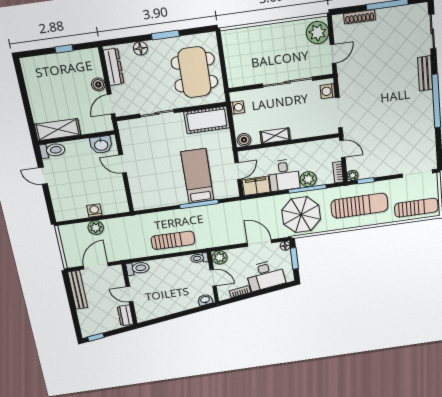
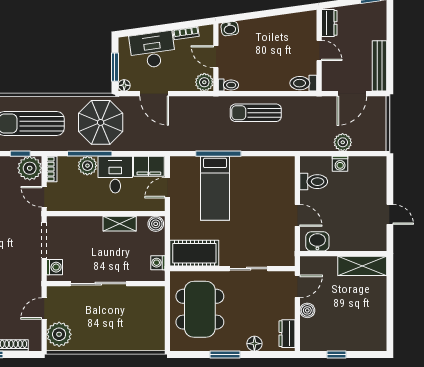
dresser: (114, 67) -> (287, 334), width x0.70
toilet: (52, 150) -> (314, 182), moved, turned 180
plant: (353, 175) -> (30, 168), width x1.88, depth x1.88

